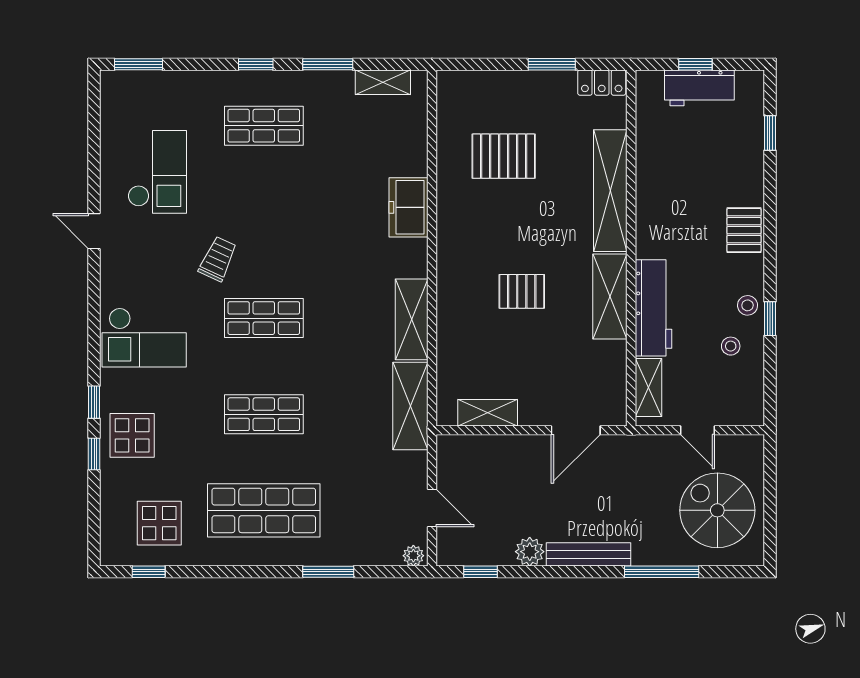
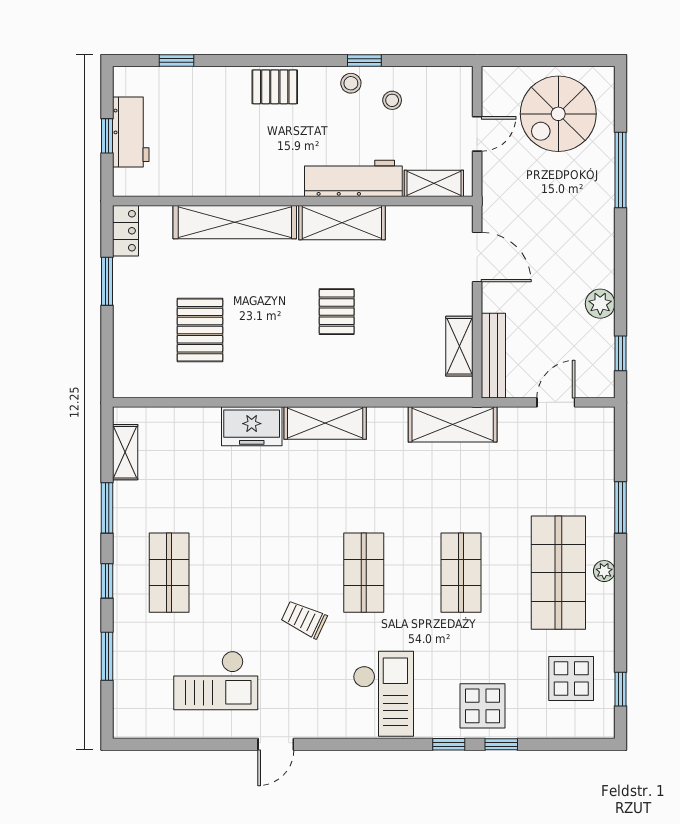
window: (139, 64) -> (107, 656), moved
checkout: (157, 172) -> (216, 680), turned 180
shelving: (412, 319) -> (325, 423), moved
bench: (588, 554) -> (493, 356), moved
plant: (413, 556) -> (604, 571), moved

